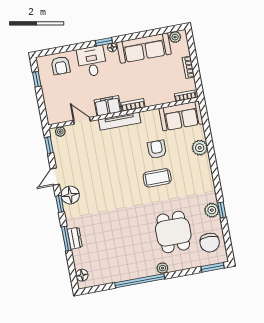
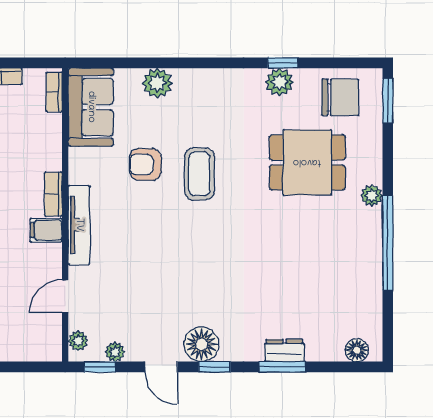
filing cabinet: (108, 106) -> (46, 230), width x0.50
plant: (58, 152) -> (115, 352), added

